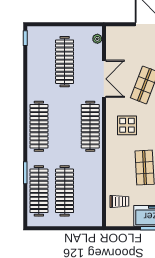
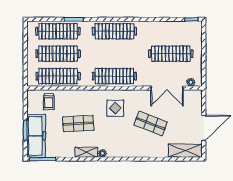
double door: (104, 79) -> (167, 88), moved
clothes rail: (90, 191) -> (58, 76), added

